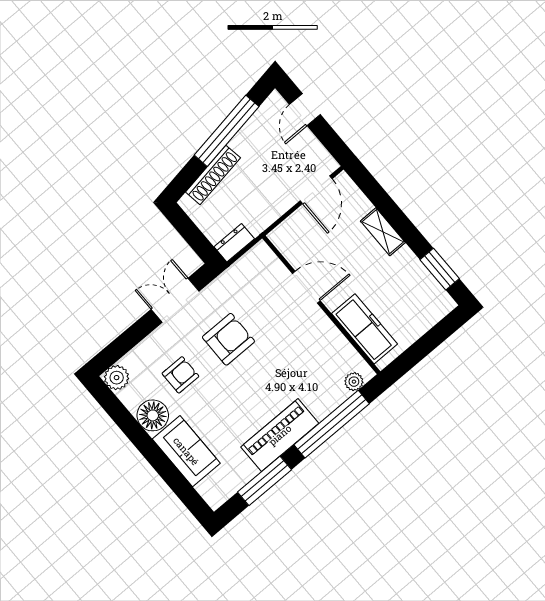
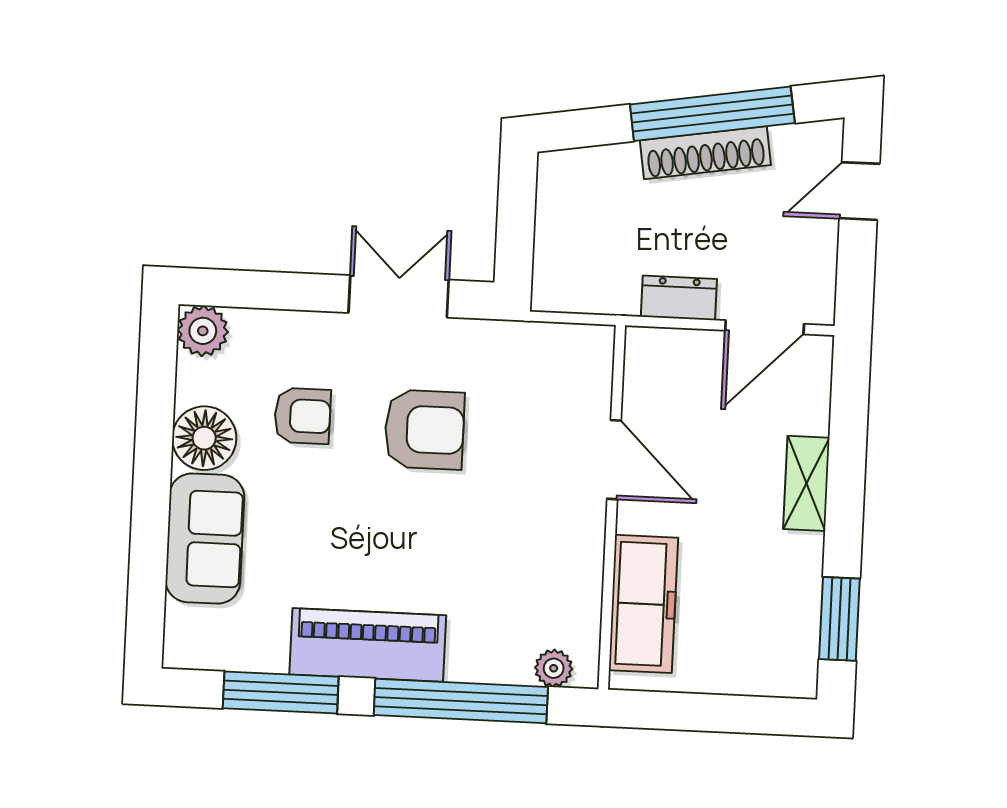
shoe rack: (213, 175) -> (705, 153), moved
dresser: (234, 243) -> (679, 298), moved

